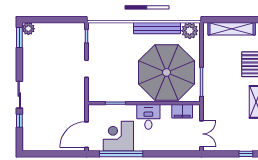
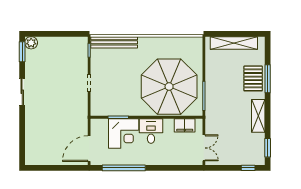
bench: (157, 28) -> (114, 42), moved
plant: (190, 31) -> (192, 45), removed
sliding door: (19, 95) -> (22, 92), moved
window: (19, 121) -> (22, 135), removed
corner desk: (118, 136) -> (124, 133), moved, turned 180

